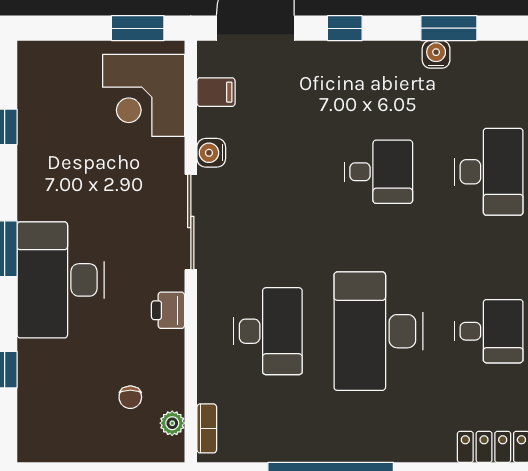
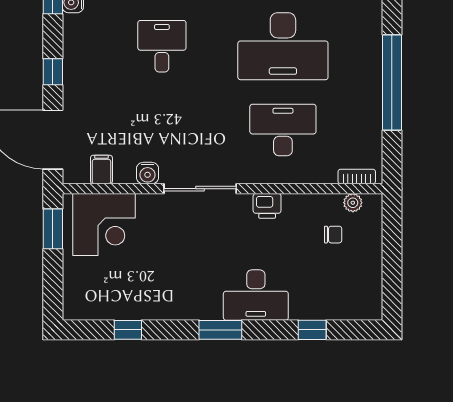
desk: (61, 280) -> (256, 295), width x0.73, depth x0.77

